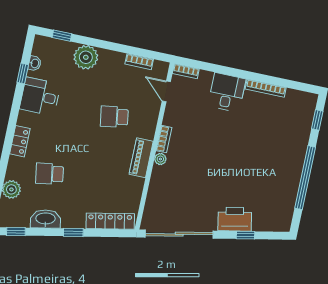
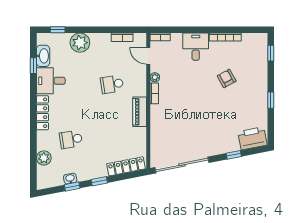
washbasin: (35, 63) -> (43, 56), width x1.91, depth x1.45
armchair: (257, 140) -> (227, 78), added
locker: (20, 141) -> (42, 113), width x1.53
plant: (160, 159) -> (155, 77), moved
window: (305, 178) -> (271, 100), width x0.32
washbasin: (46, 219) -> (70, 179), width x0.52, depth x0.69
printer: (235, 219) -> (252, 138), moved
window: (16, 232) -> (72, 187), moved

